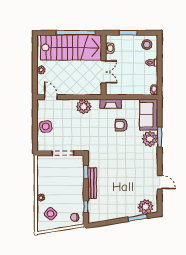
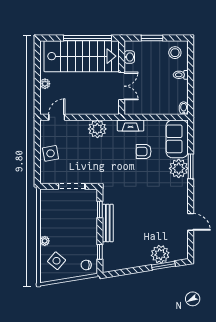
door: (51, 97) -> (57, 117), hinge flipped
plant: (146, 207) -> (160, 254), moved

